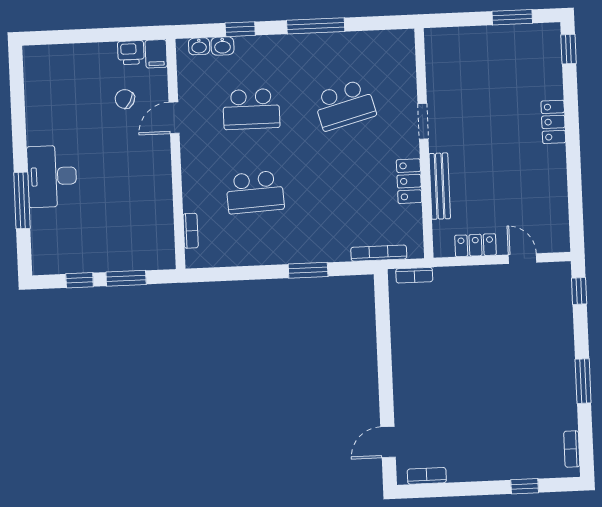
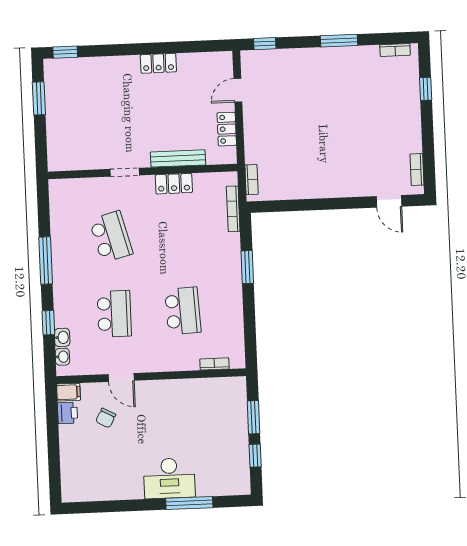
locker: (553, 122) -> (158, 63), moved

